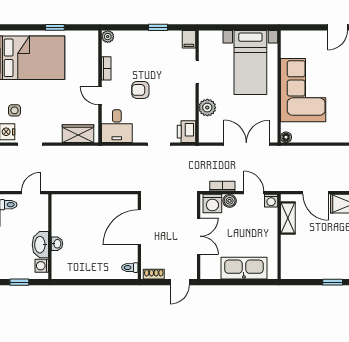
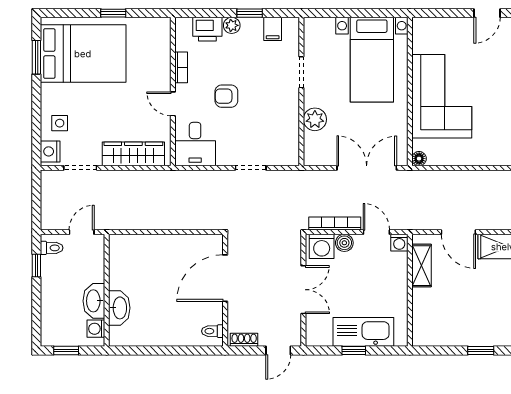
plant: (108, 37) -> (232, 25), moved
filing cabinet: (189, 39) -> (273, 29), moved
printer: (187, 132) -> (207, 29), moved, turned -90
wardrobe: (78, 134) -> (133, 154), width x1.50
bookcase: (222, 186) -> (335, 223), width x1.56
washbasin: (57, 244) -> (119, 308), width x1.91, depth x1.45
window: (237, 282) -> (354, 351), added

